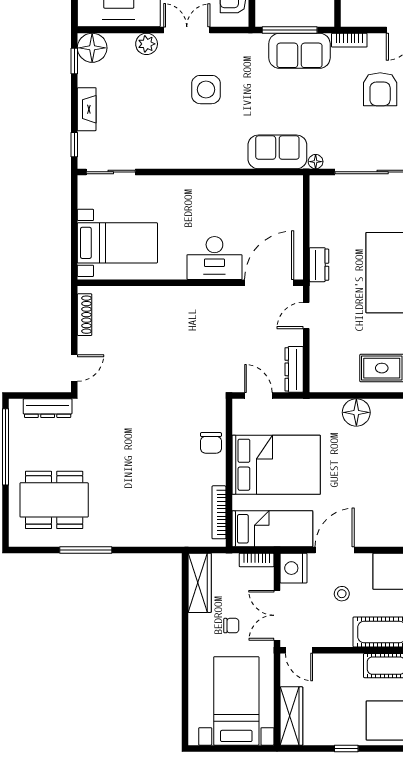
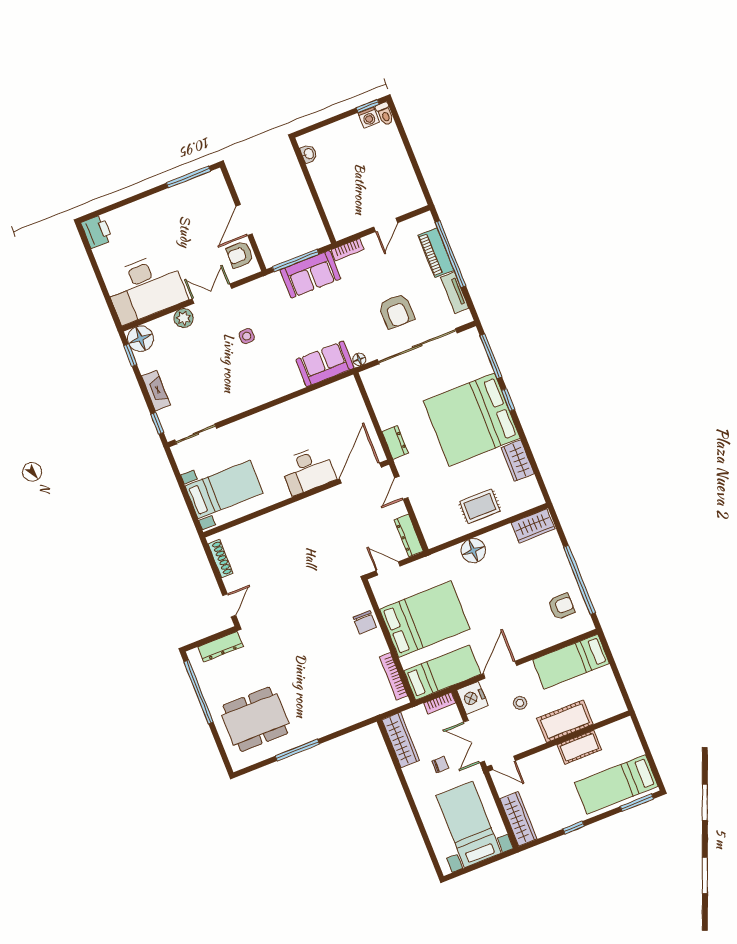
armchair: (380, 89) -> (396, 311), moved
side table: (206, 90) -> (247, 336), width x0.54, depth x0.54

